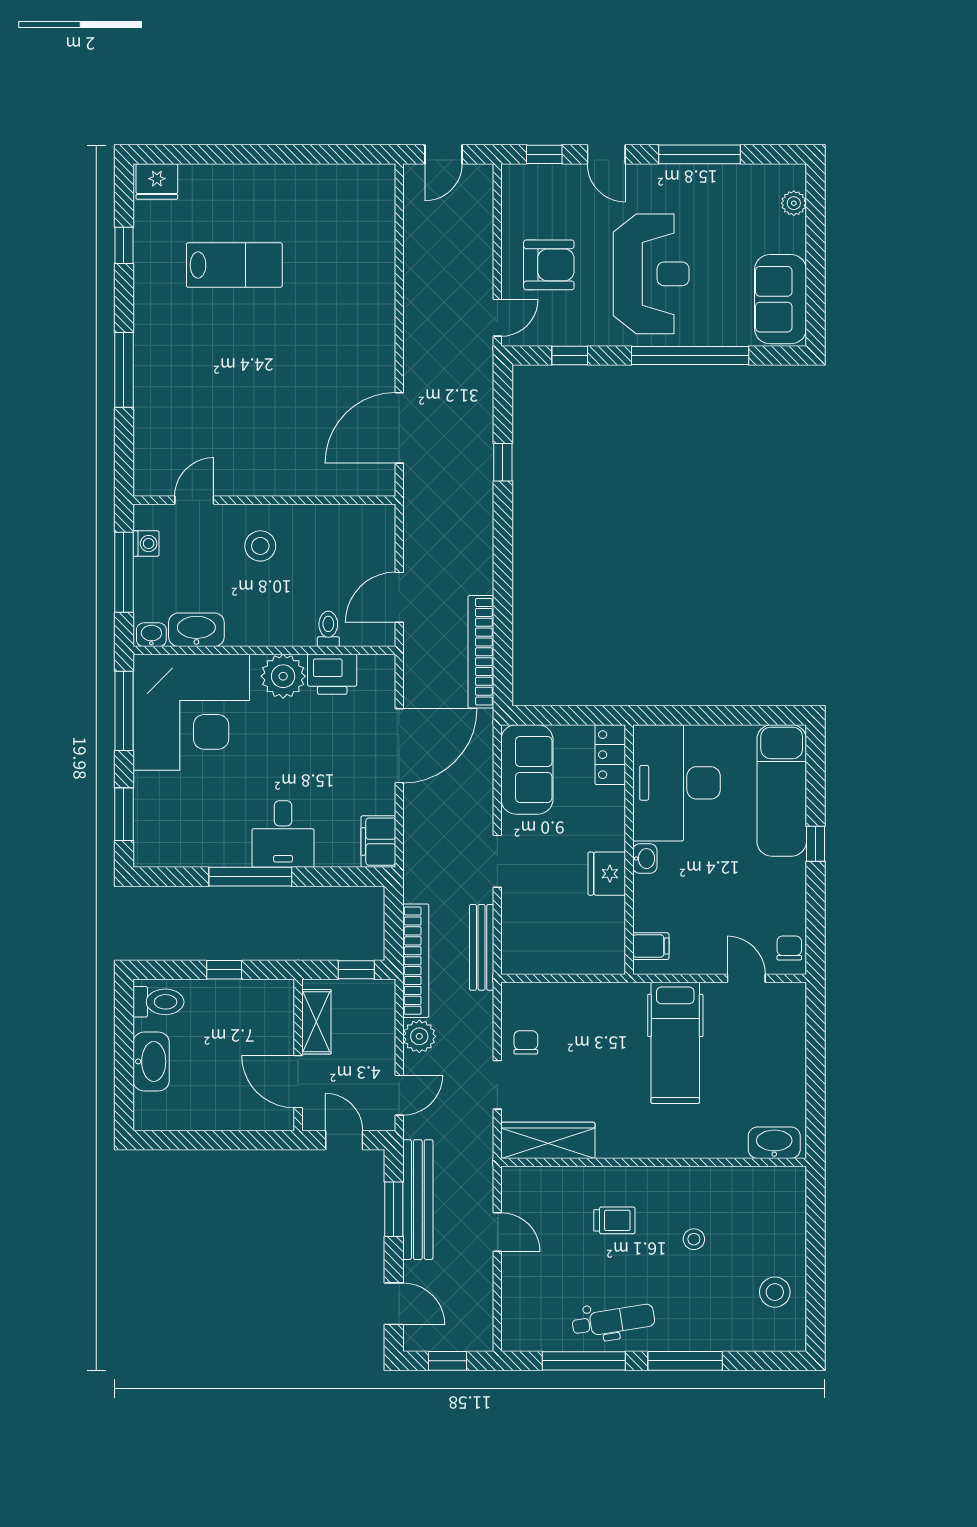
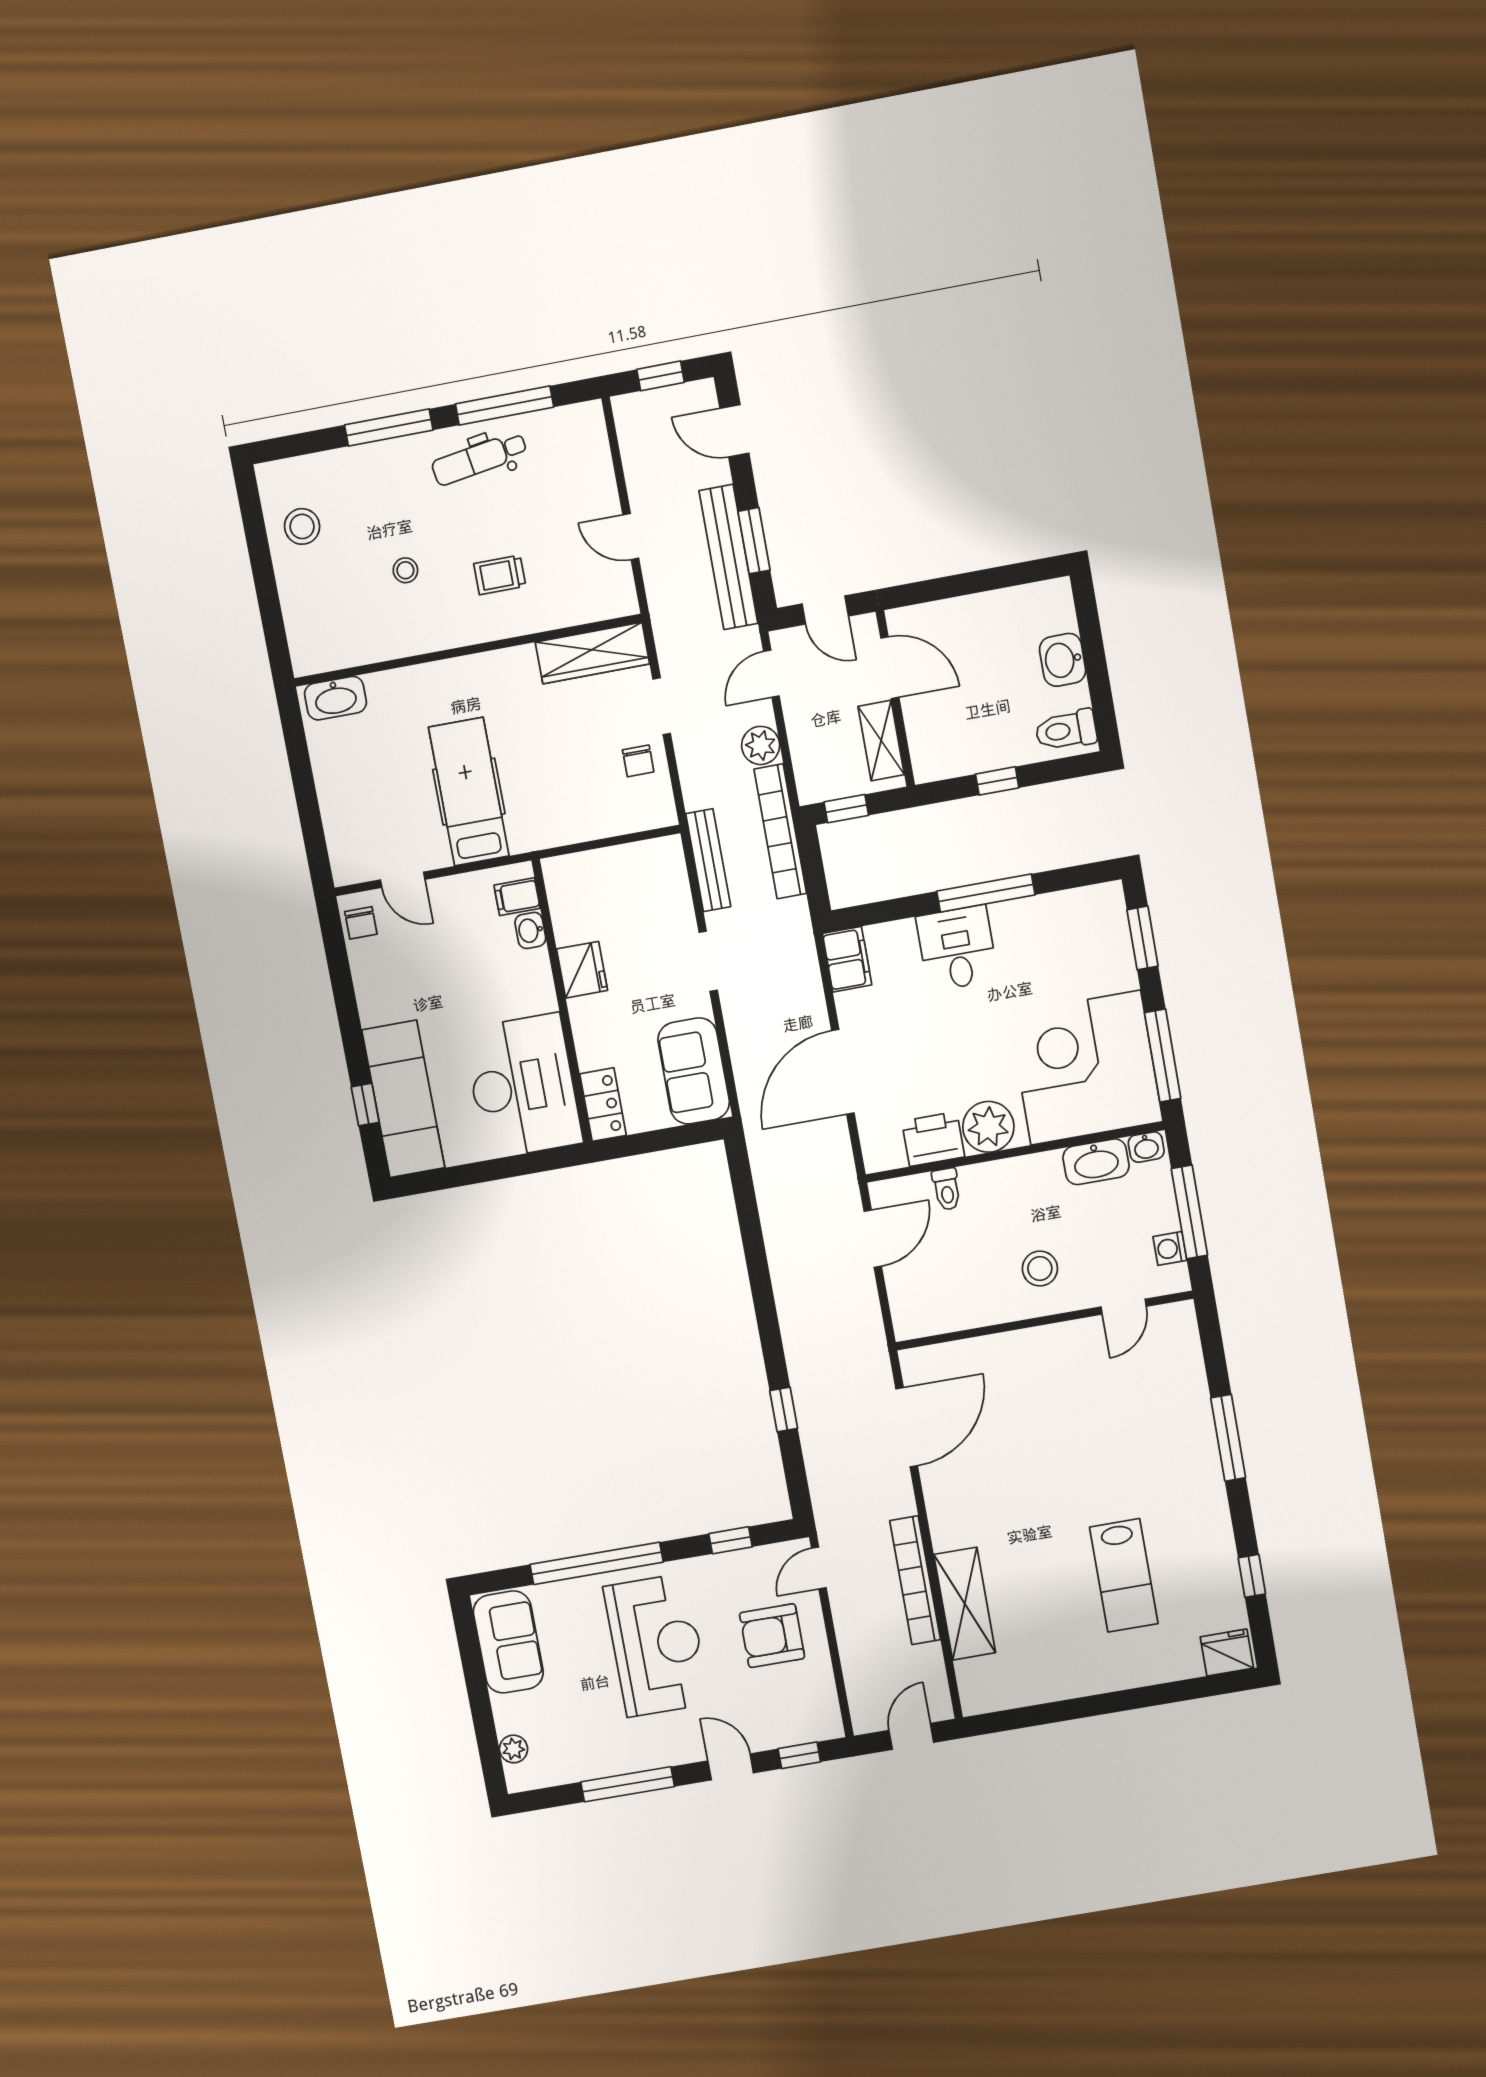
shelving: (376, 264) -> (965, 1604), added
lab bench: (234, 265) -> (1124, 1575), turned -90
reception desk: (651, 274) -> (657, 1645), turned 180
bookcase: (481, 652) -> (915, 1580), moved, turned 180
window: (815, 844) -> (365, 1105), moved
washbasin: (645, 859) -> (530, 930), moved
washbasin: (151, 1061) -> (1063, 660), width x0.72

